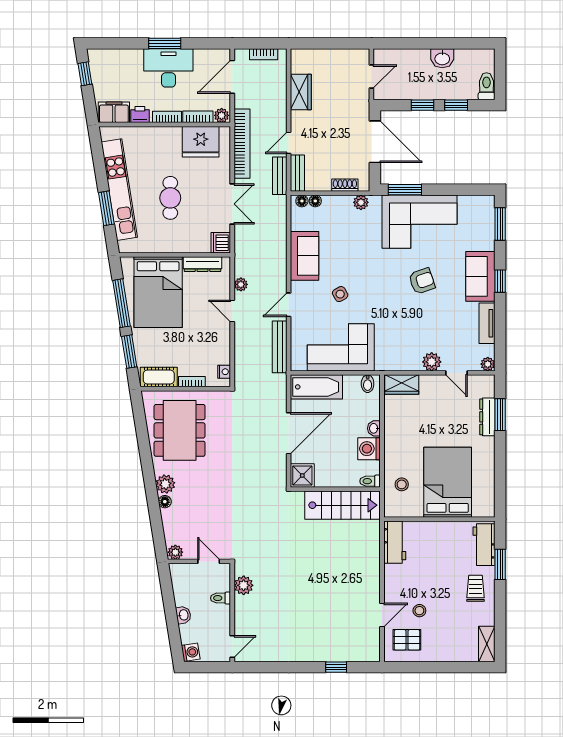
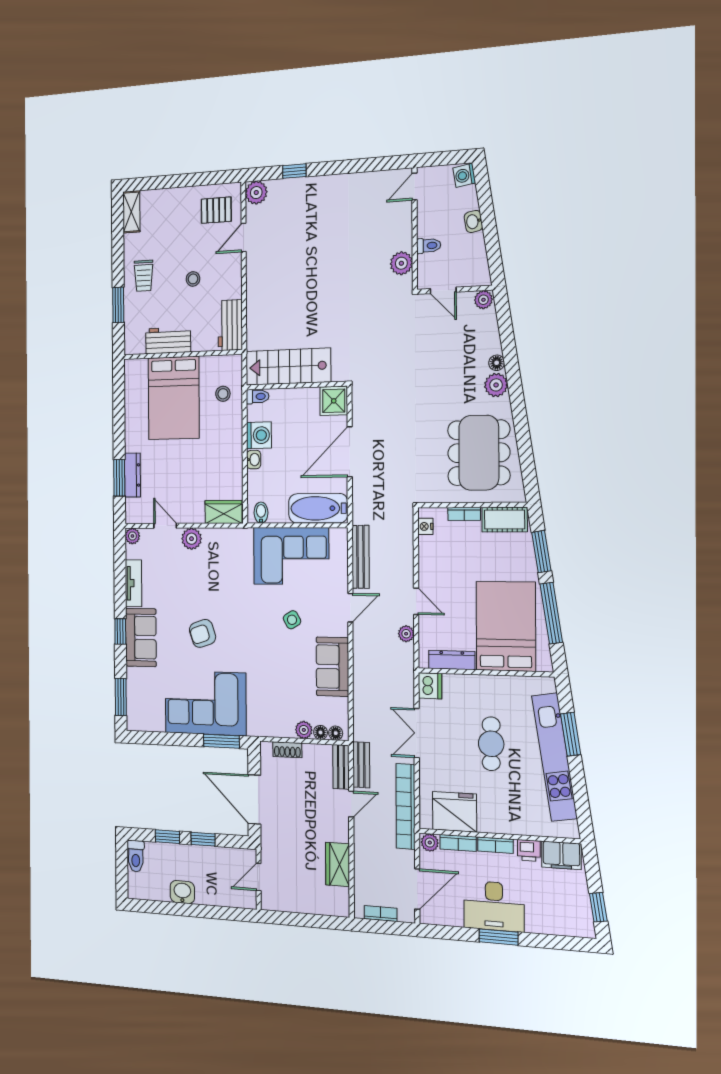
plant: (361, 202) -> (304, 730), moved
workbench: (484, 545) -> (168, 340), moved, turned -90
stool: (419, 611) -> (193, 279), moved
plant: (370, 652) -> (256, 193), added

